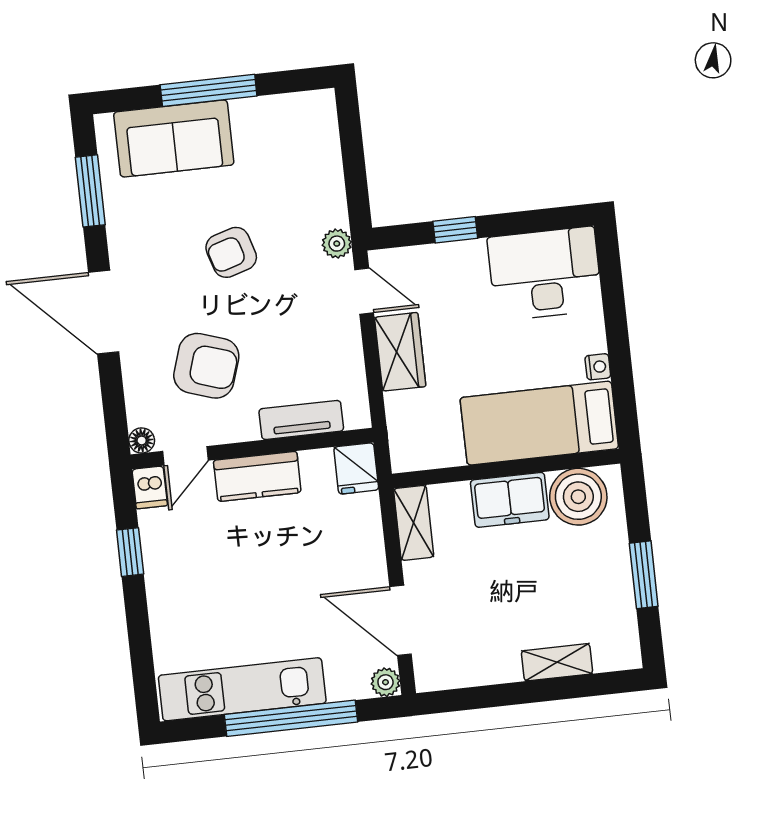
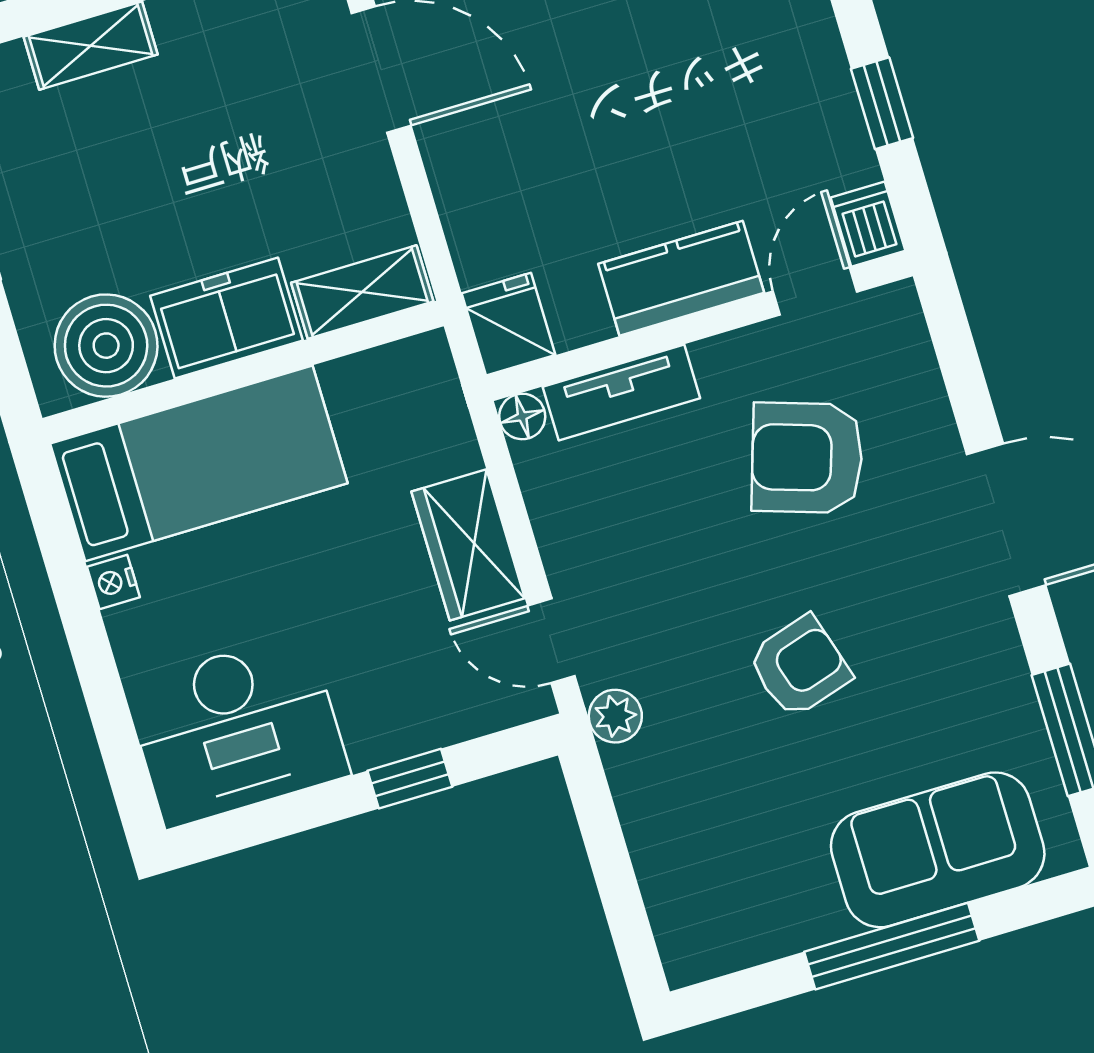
floor lamp: (142, 440) -> (522, 416), moved
shelving: (414, 523) -> (362, 292), moved, turned 90

